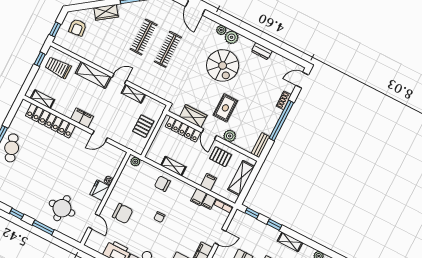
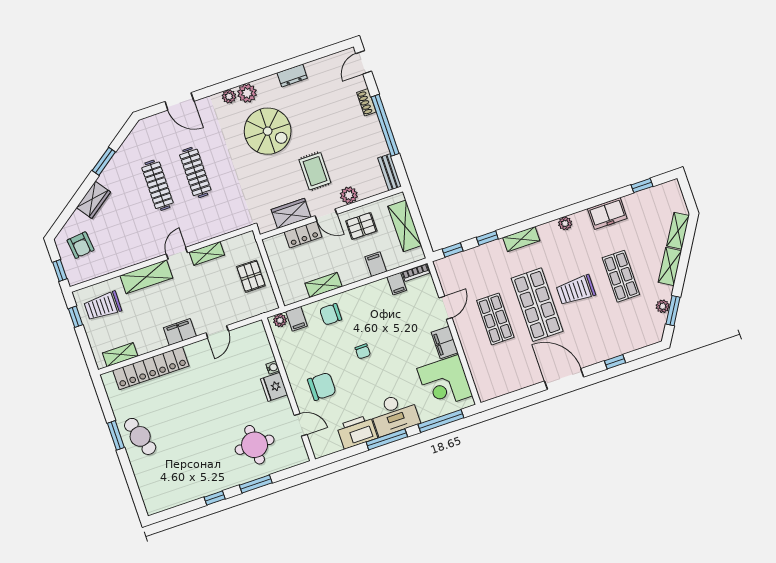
locker: (183, 129) -> (303, 235), width x0.66
filing cabinet: (199, 197) -> (296, 319), moved

